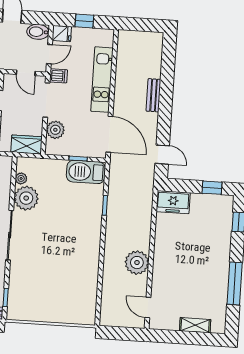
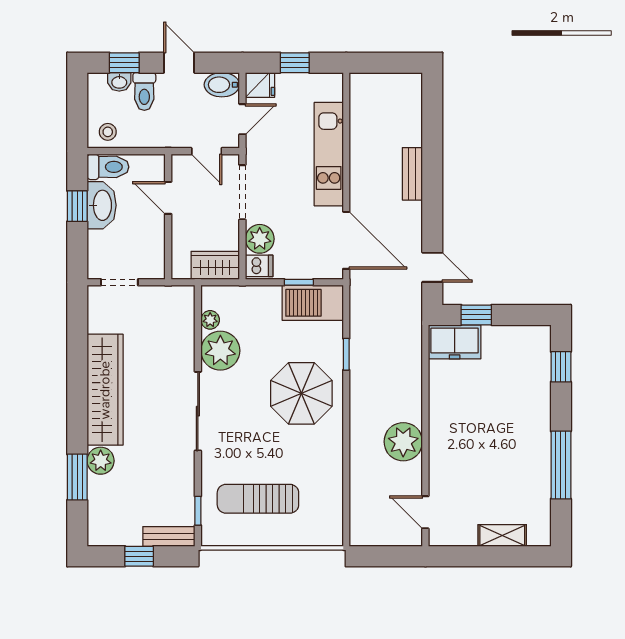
dishwasher: (58, 76) -> (259, 266), moved
window: (212, 188) -> (476, 315), moved
parasol: (75, 228) -> (301, 393), added
sun lounger: (44, 292) -> (258, 499), added

